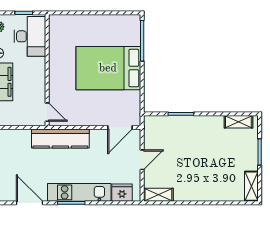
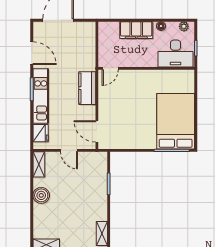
bed: (108, 68) -> (176, 121), moved
kitchen counter: (60, 139) -> (87, 88), width x0.67
boiler: (194, 192) -> (41, 195), added
door: (30, 203) -> (32, 53), hinge flipped

